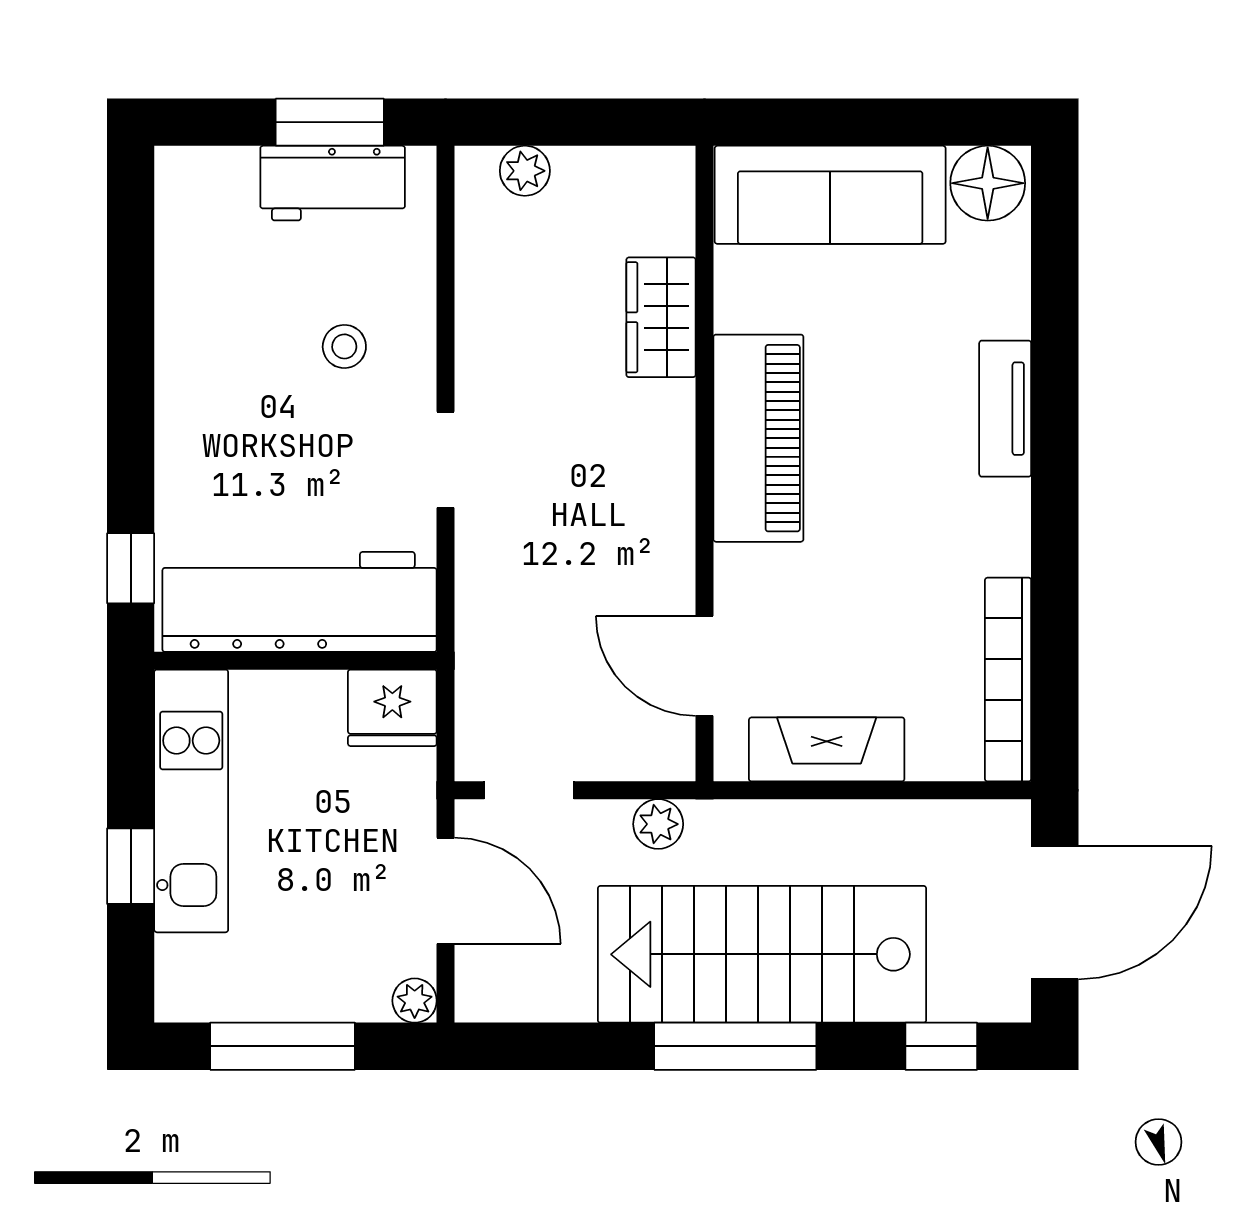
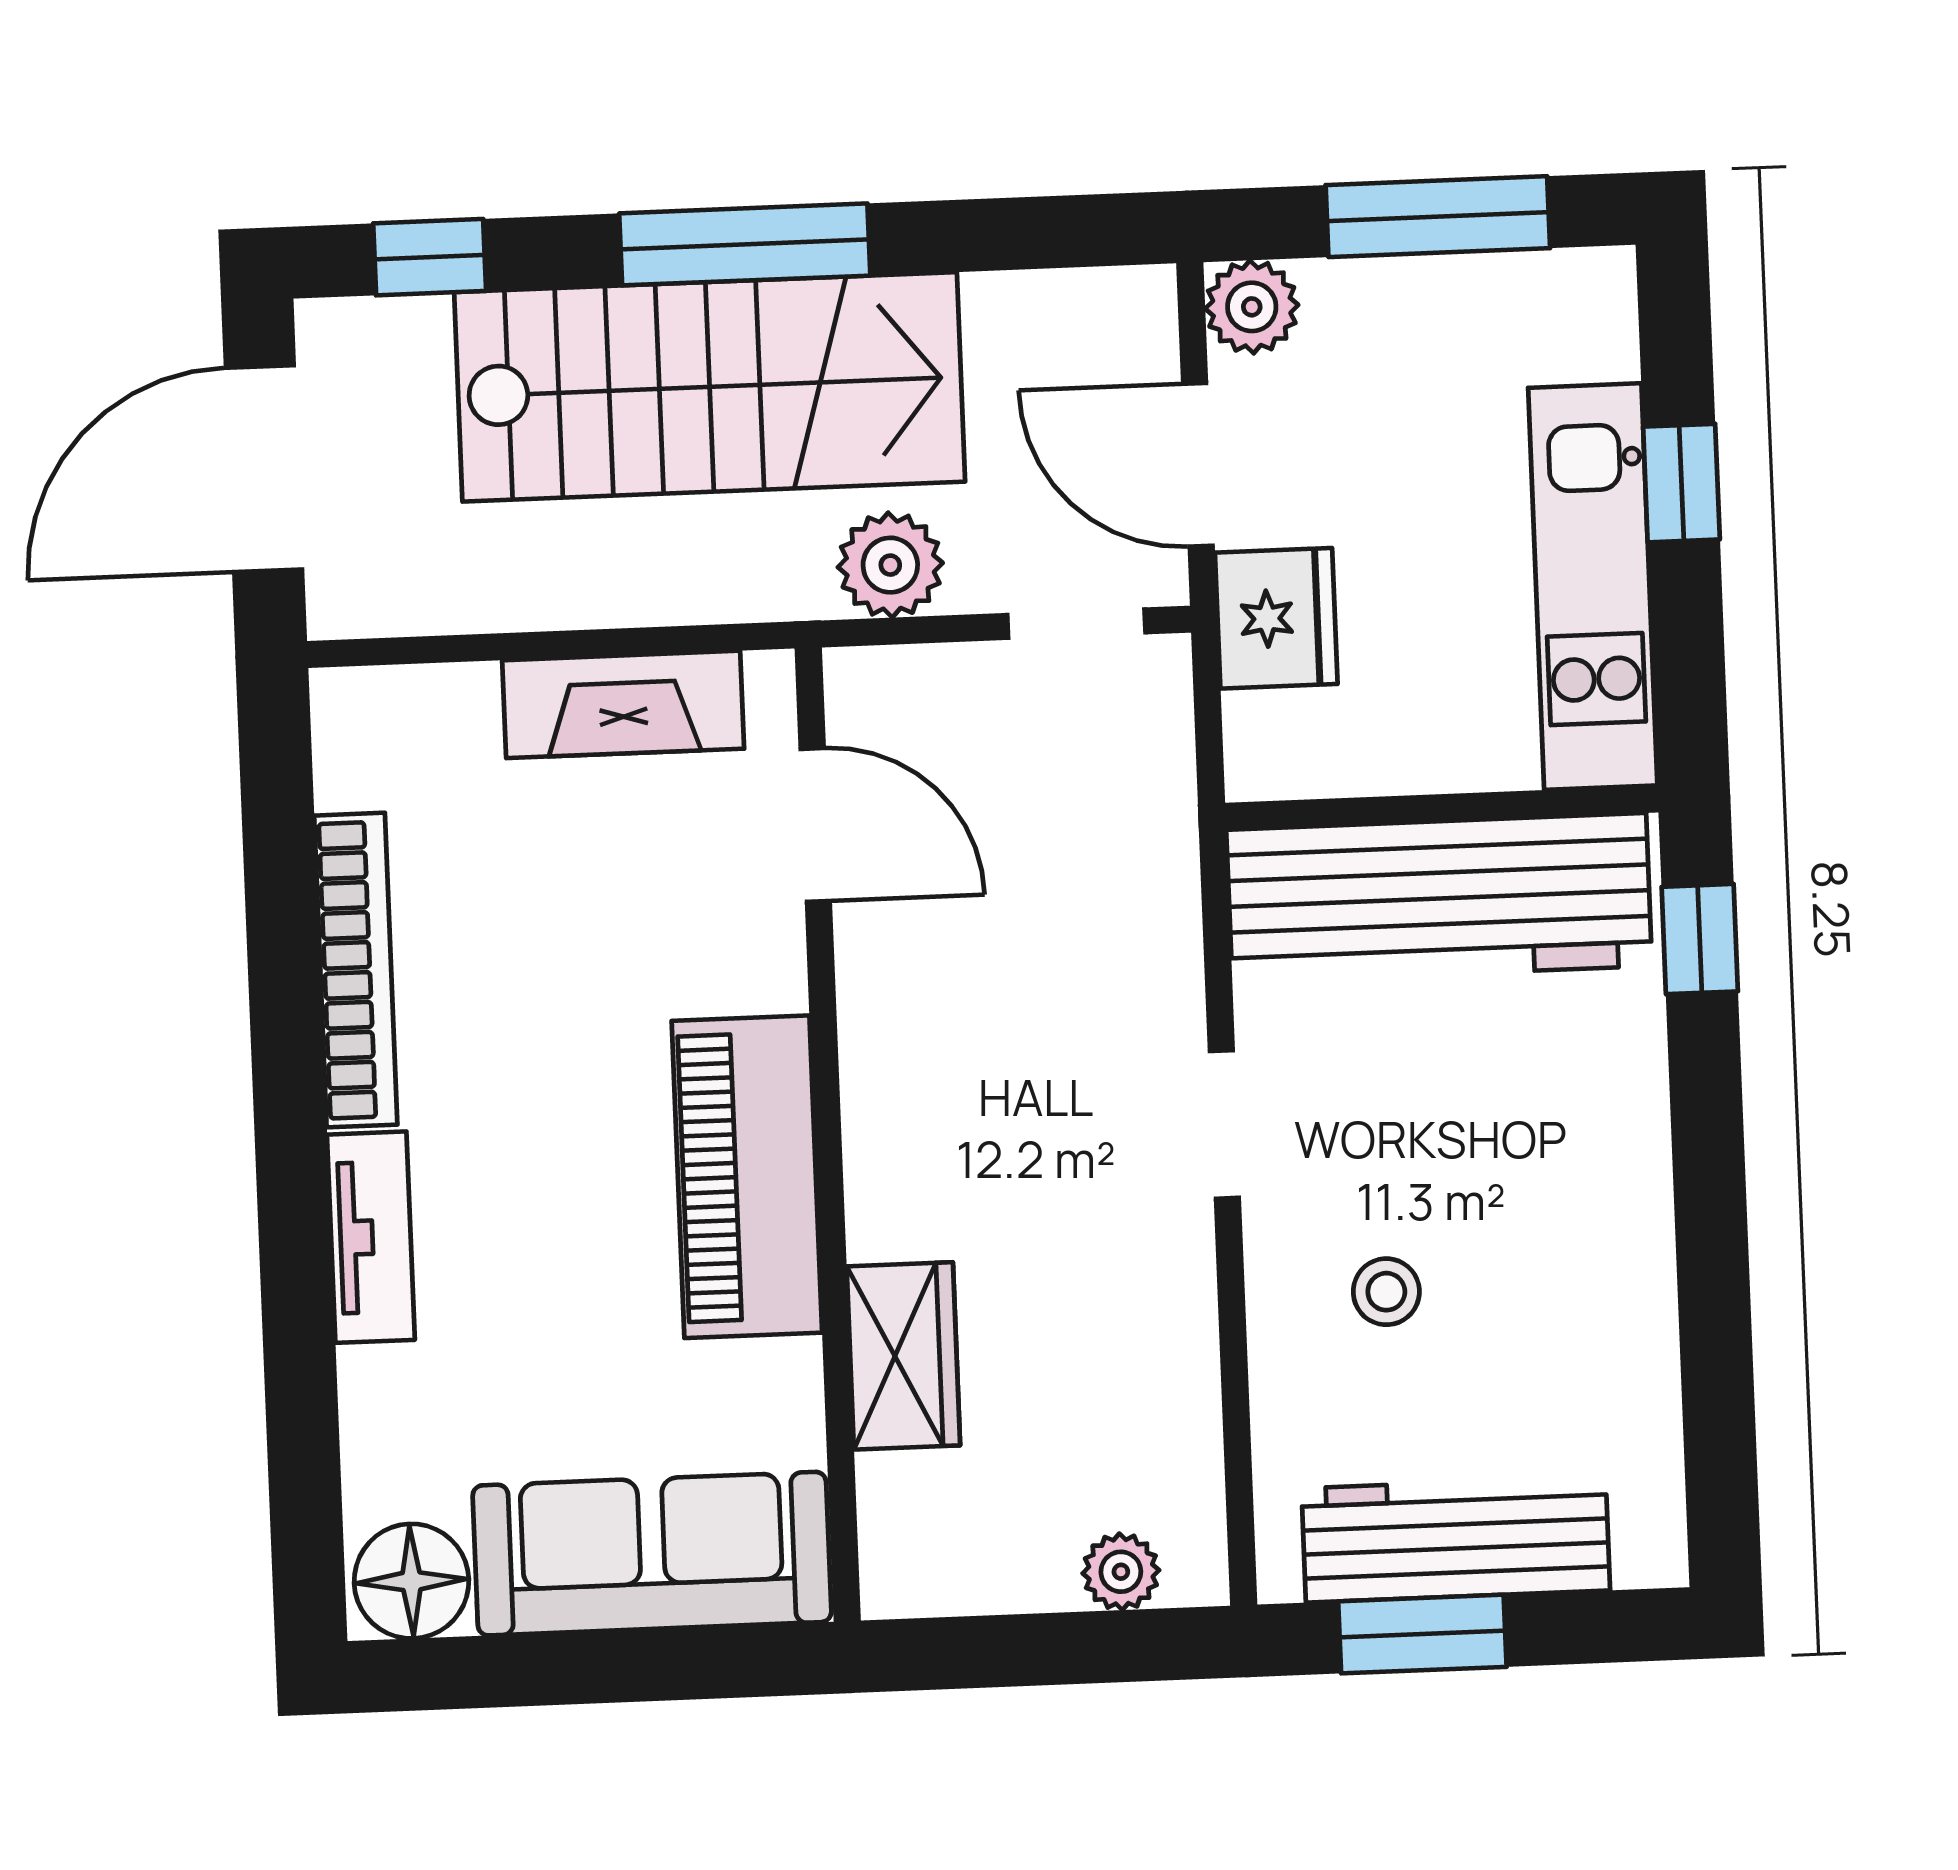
workbench: (333, 183) -> (1456, 1539), width x1.38
bookcase: (1008, 680) -> (356, 970), moved
fridge: (392, 708) -> (1276, 618), moved, turned 90
plant: (658, 824) -> (890, 565), width x1.38, depth x1.38
plant: (415, 1001) -> (1252, 307), width x1.38, depth x1.38

